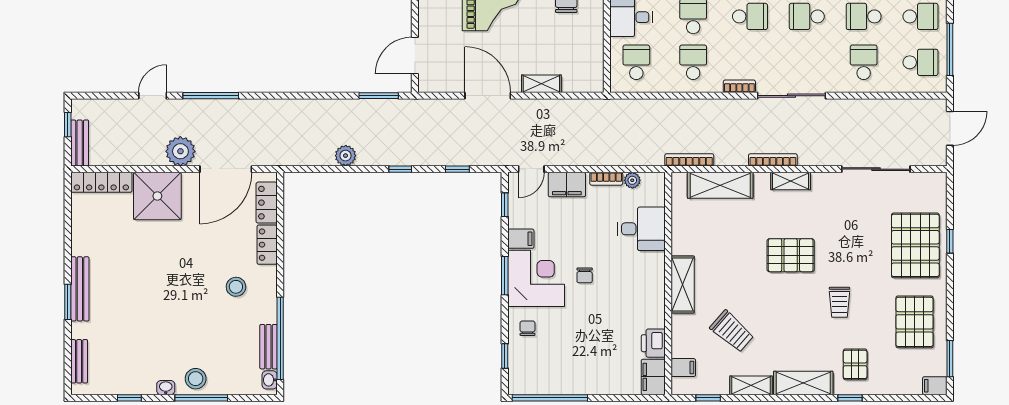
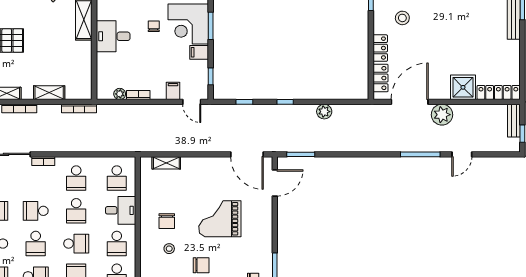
shelving: (541, 84) -> (166, 163), moved
door: (488, 96) -> (247, 154), moved
door: (531, 169) -> (192, 102), swing flipped
filing cabinet: (567, 185) -> (173, 91), width x0.50
shelving: (720, 185) -> (49, 93), width x0.67, depth x0.75
shower: (157, 196) -> (463, 87), width x0.73, depth x0.73
desk: (641, 229) -> (113, 36), moved

